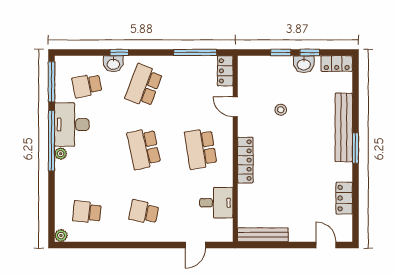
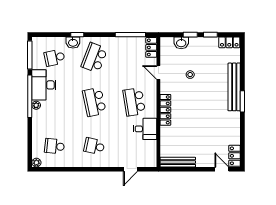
washbasin: (304, 64) -> (181, 43), moved
locker: (344, 198) -> (234, 156), moved
desk: (216, 203) -> (145, 129), moved

